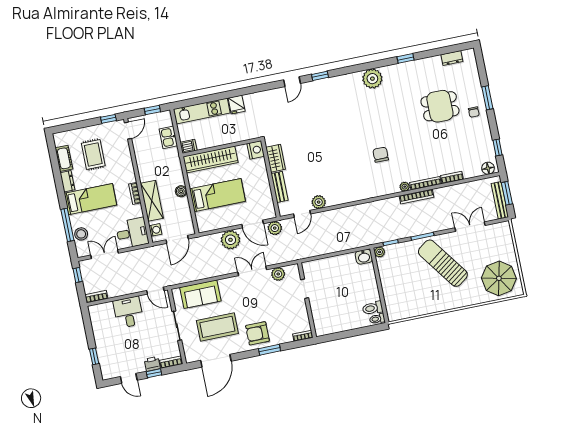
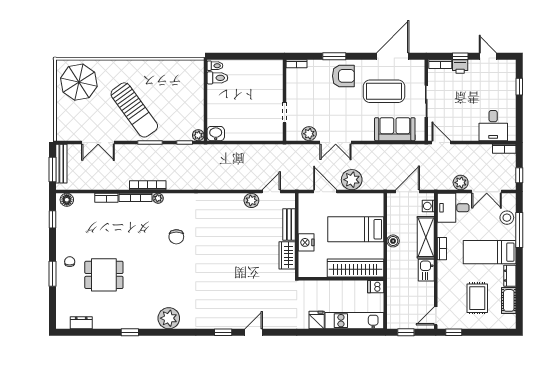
kitchen sink: (168, 137) -> (426, 270), moved, turned 180
nightstand: (256, 150) -> (306, 242), moved
plant: (275, 228) -> (461, 183), moved
desk: (128, 312) -> (493, 126), moved

